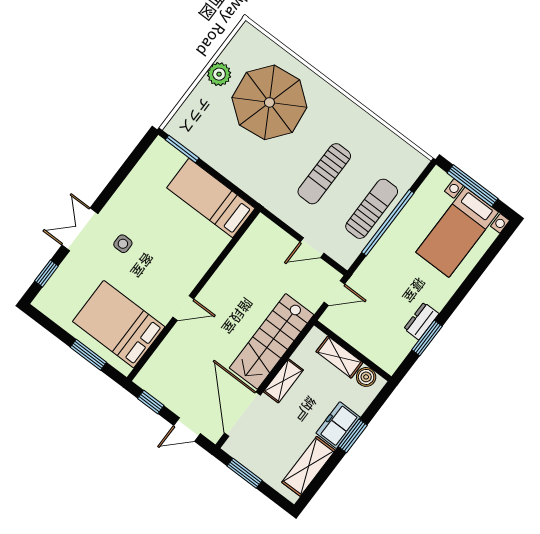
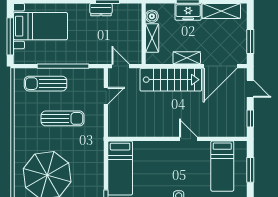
sun lounger: (372, 209) -> (46, 84), moved
door: (312, 248) -> (106, 96), hinge flipped
bed: (119, 324) -> (222, 166), width x0.67

